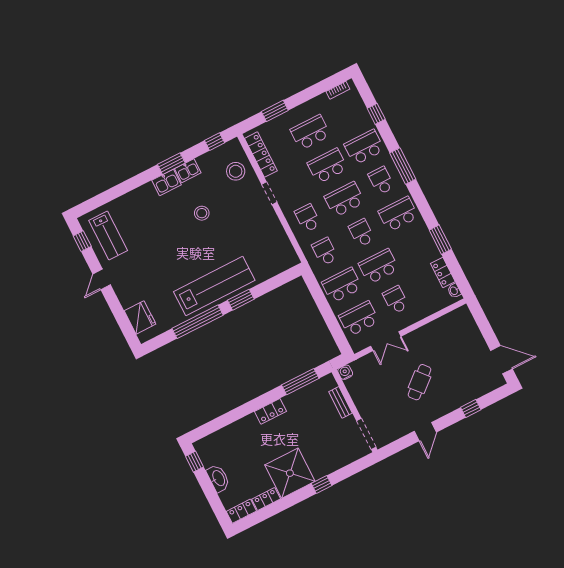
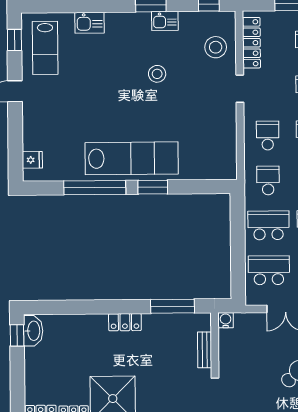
kitchen sink: (167, 182) -> (90, 23), moved
fridge: (140, 317) -> (32, 160), width x0.53, depth x0.75
washbasin: (218, 478) -> (33, 331), moved

